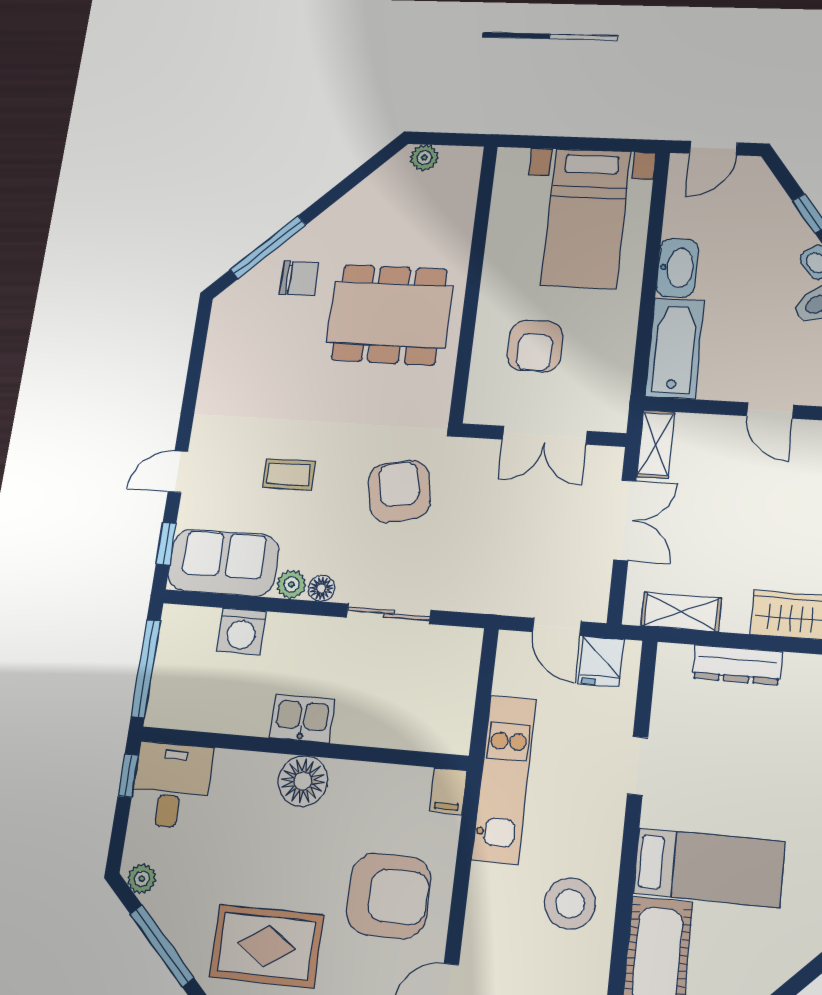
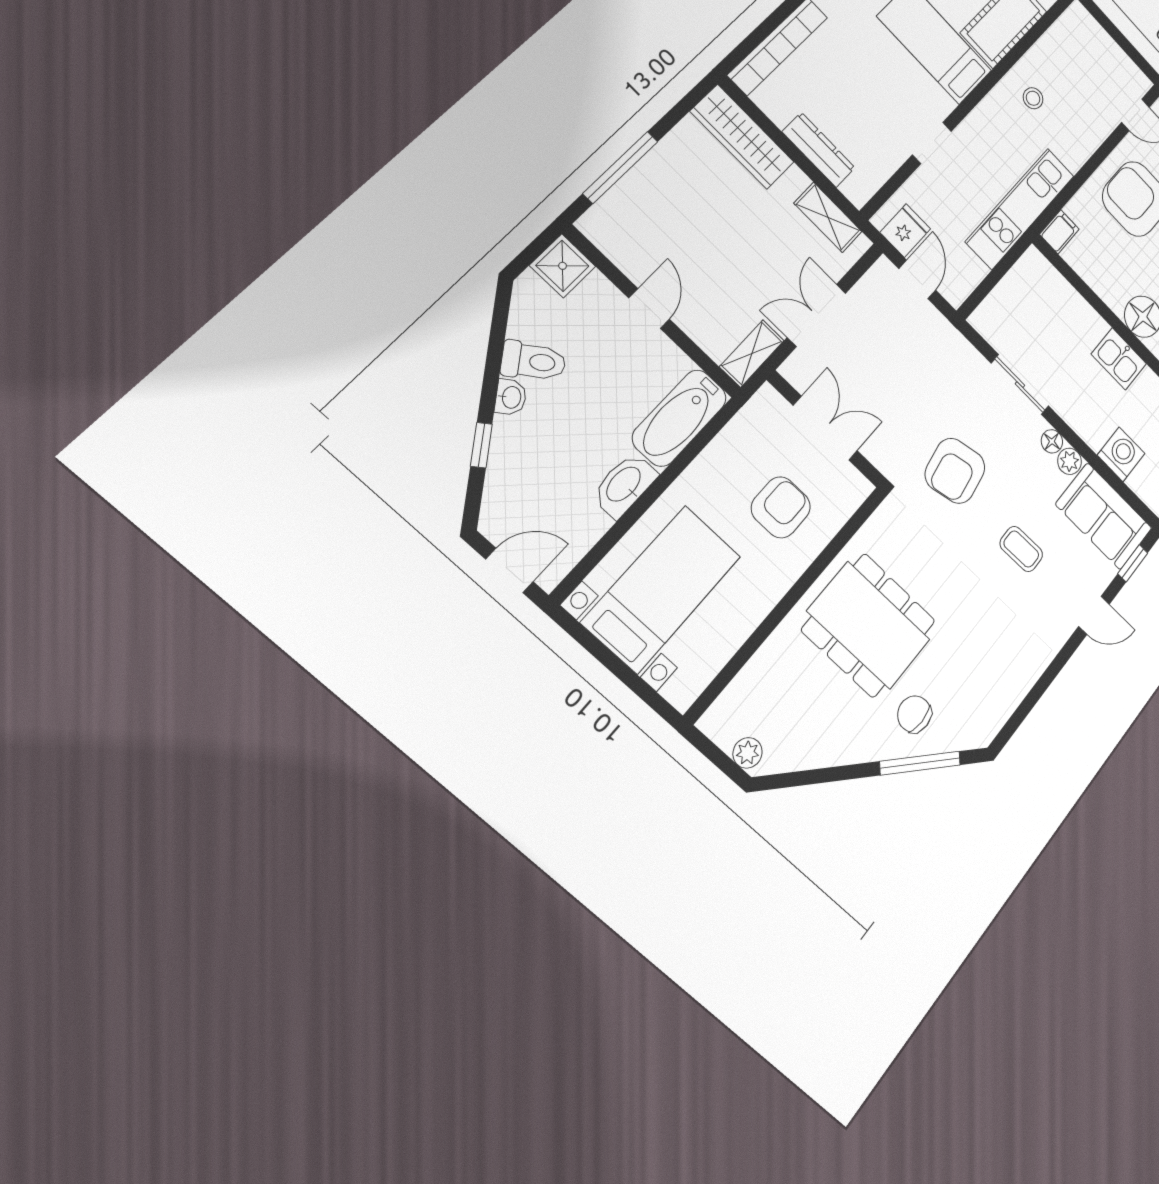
stool: (570, 904) -> (1033, 98), width x0.53, depth x0.53

